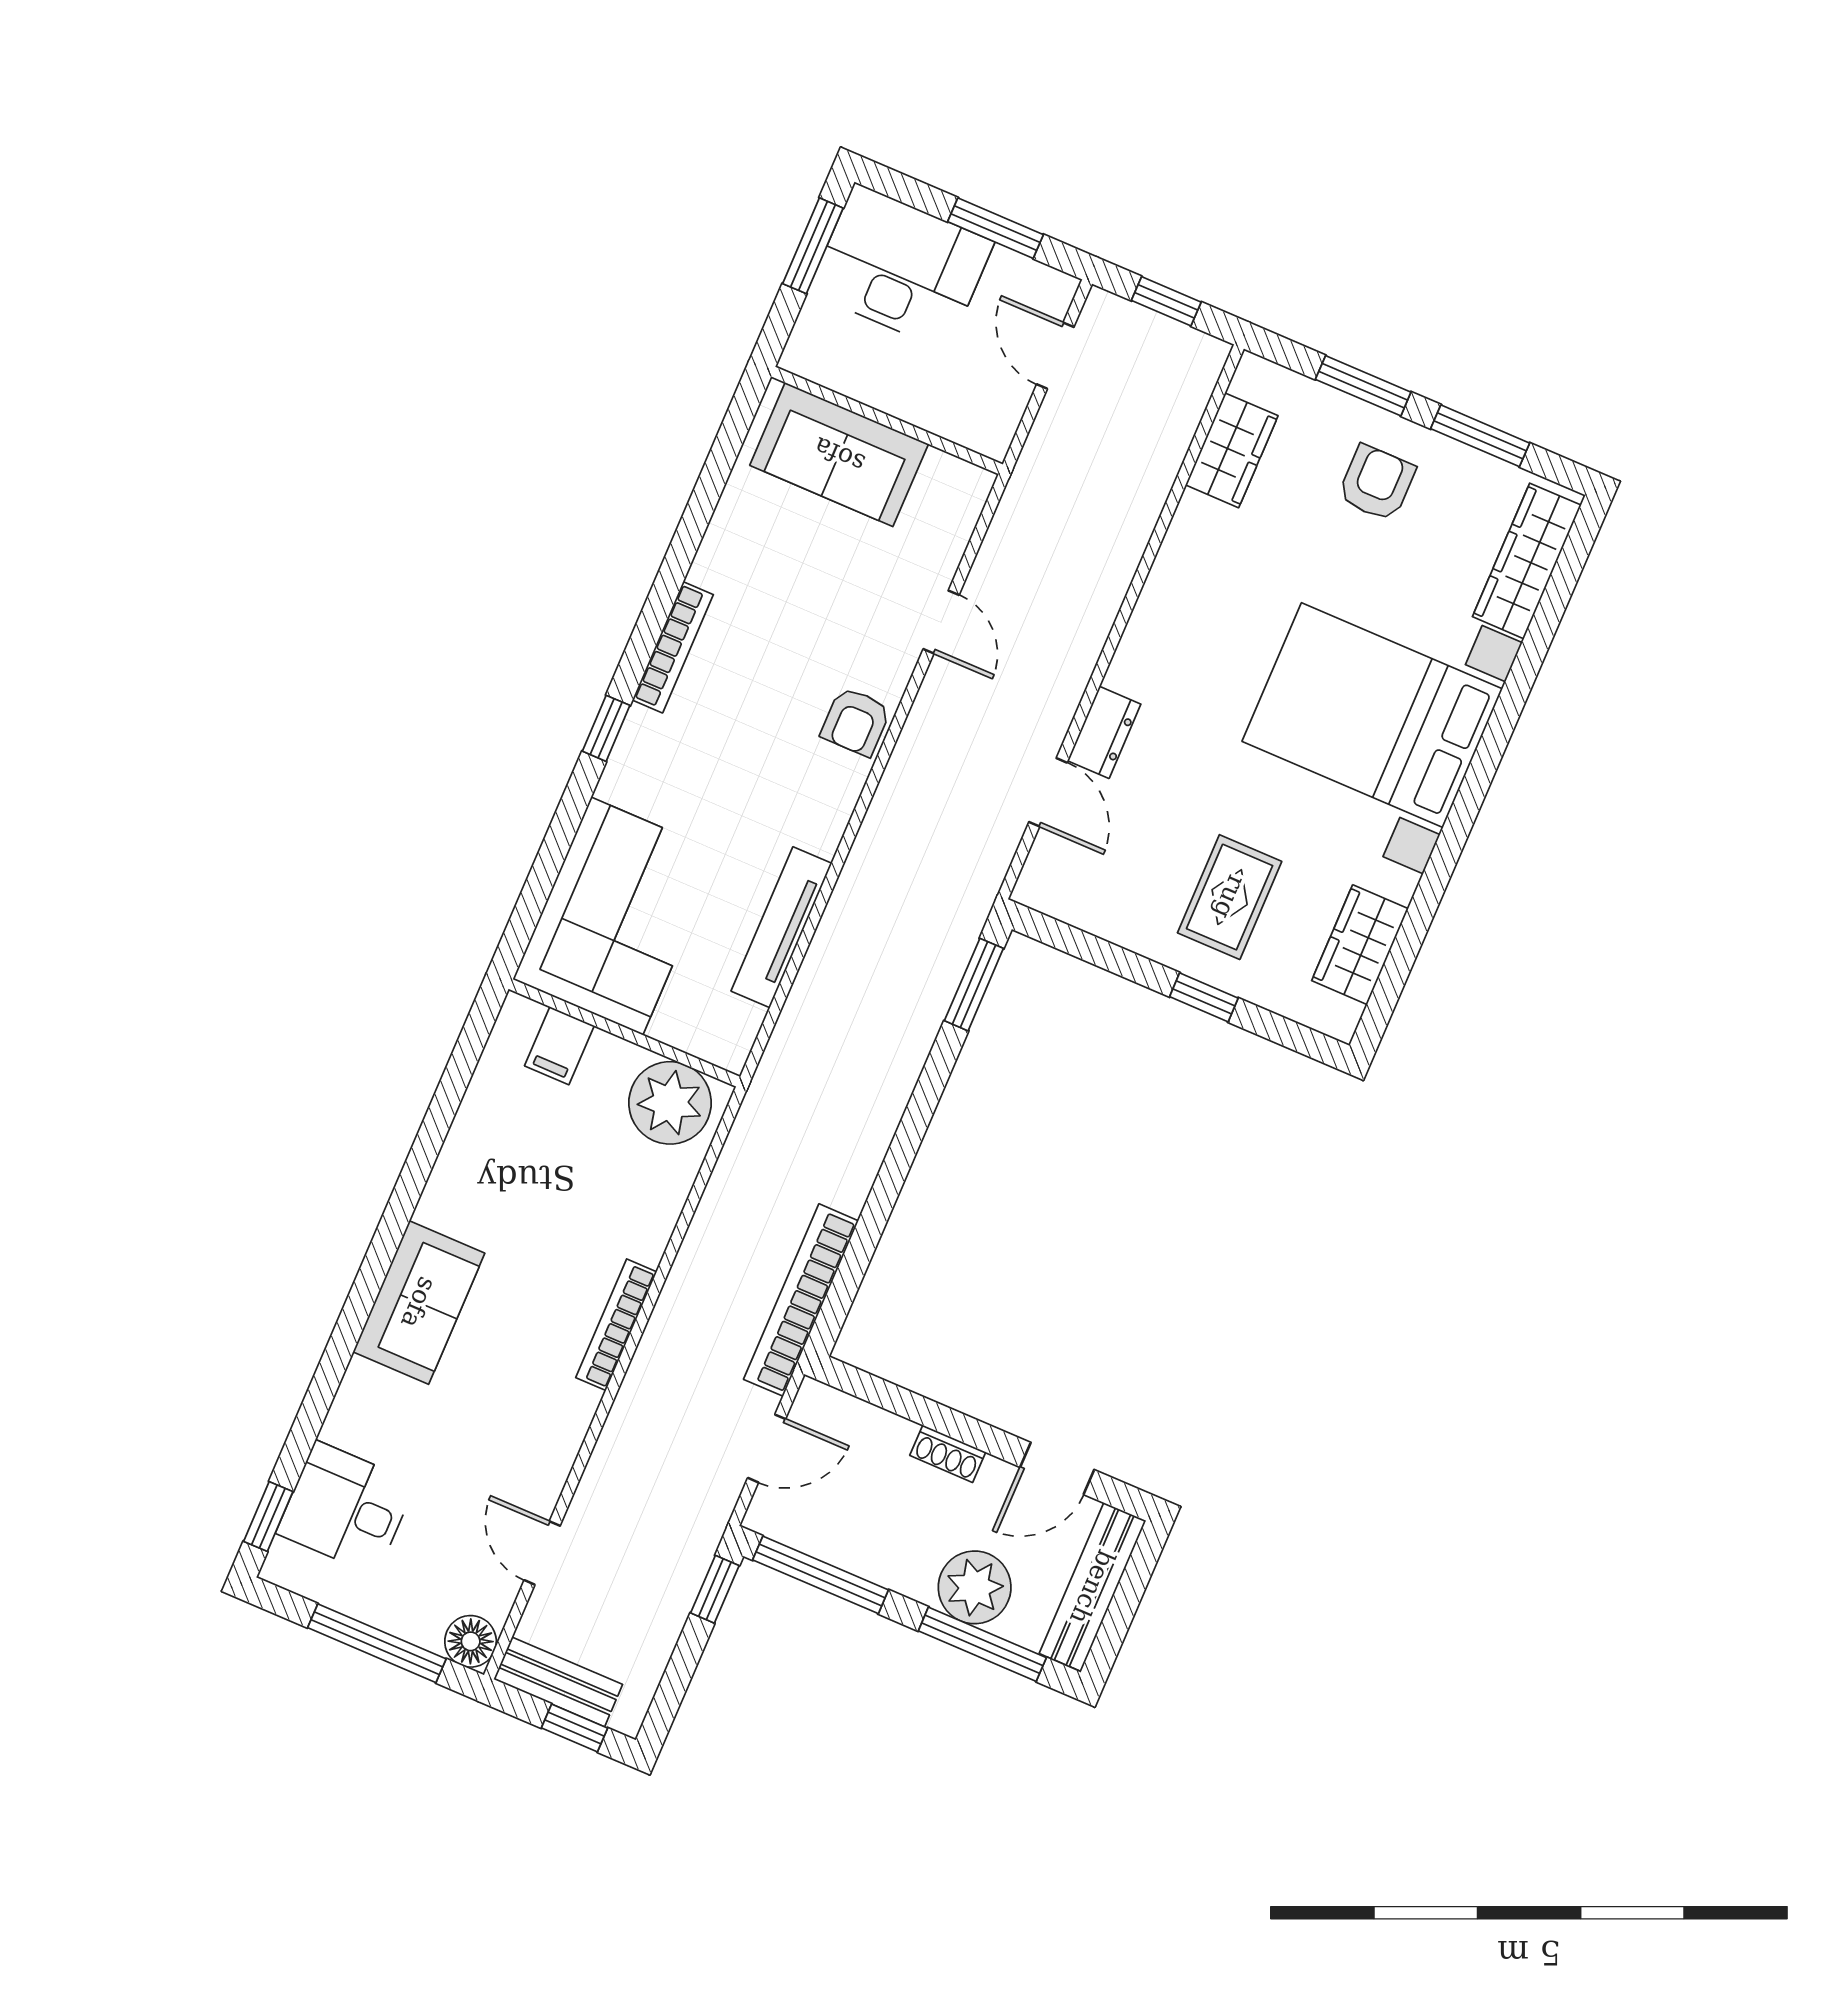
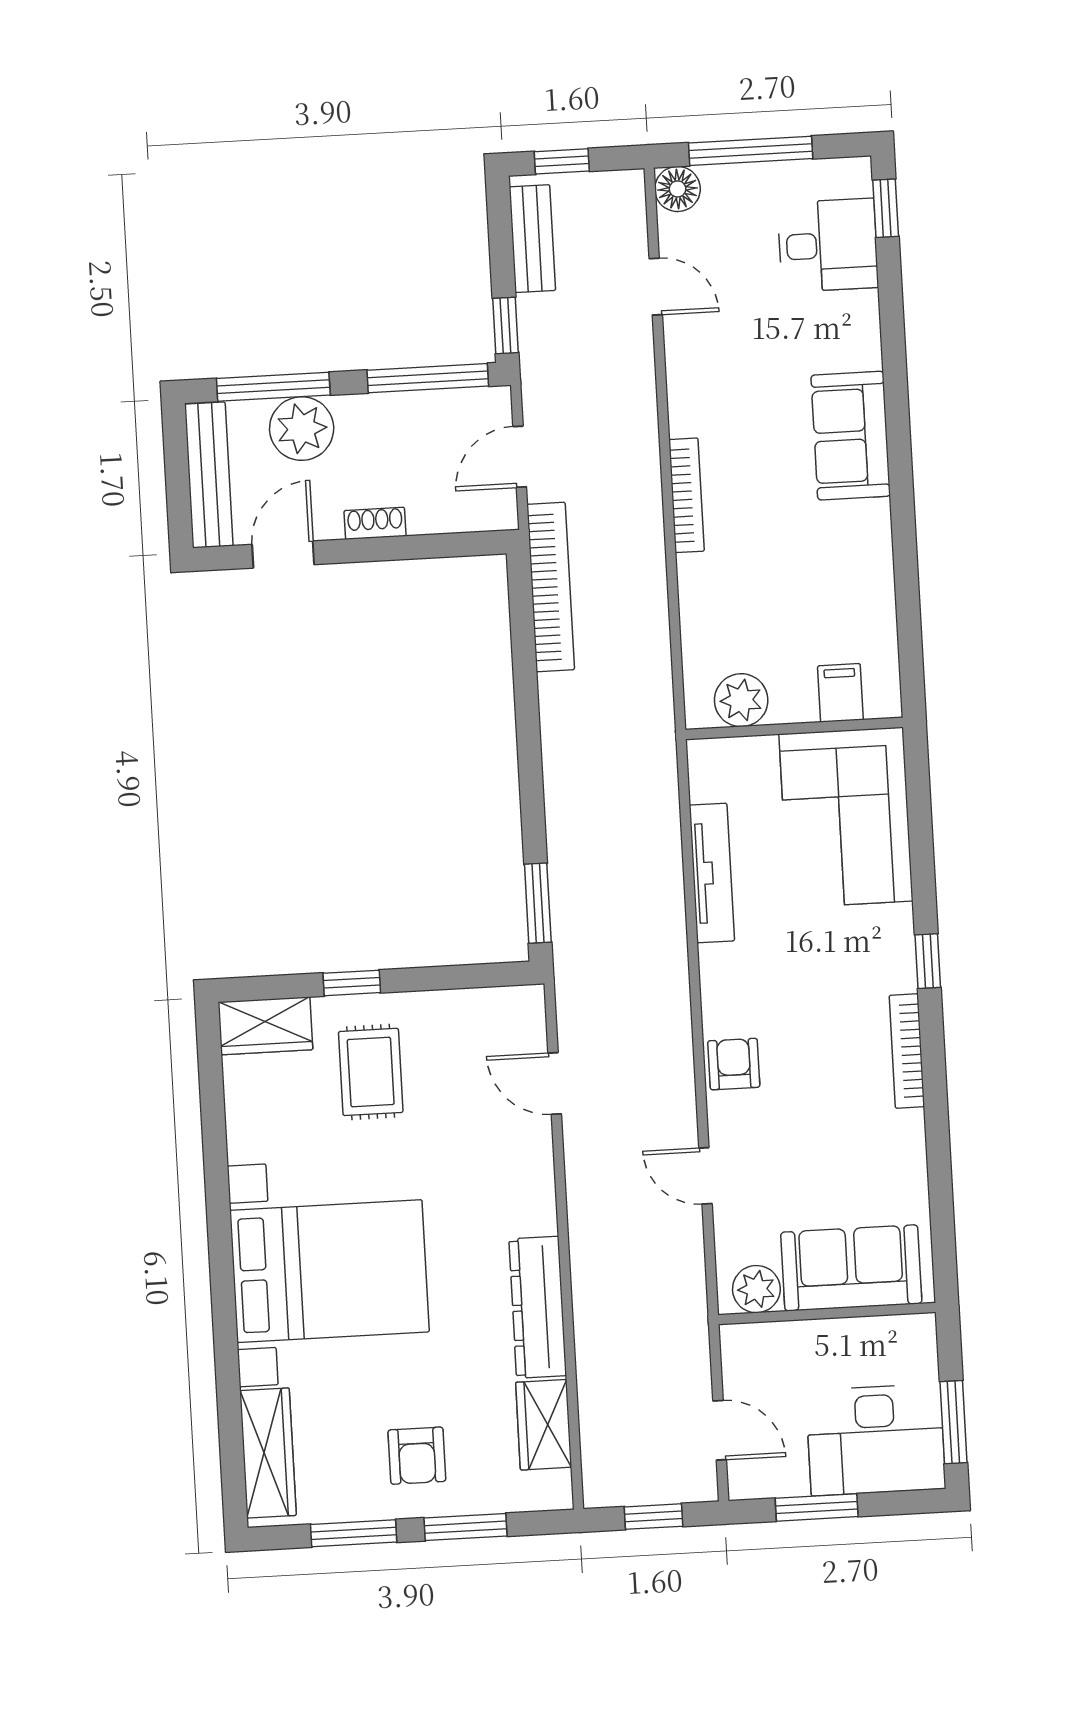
plant: (946, 481) -> (756, 1289), added
dresser: (1104, 732) -> (538, 1307), moved, width x1.96, depth x1.24
wardrobe: (1360, 945) -> (265, 1026), moved, turned 90
plant: (670, 1103) -> (741, 700), width x0.73, depth x0.73
bench: (558, 1682) -> (532, 239), moved, turned 90

